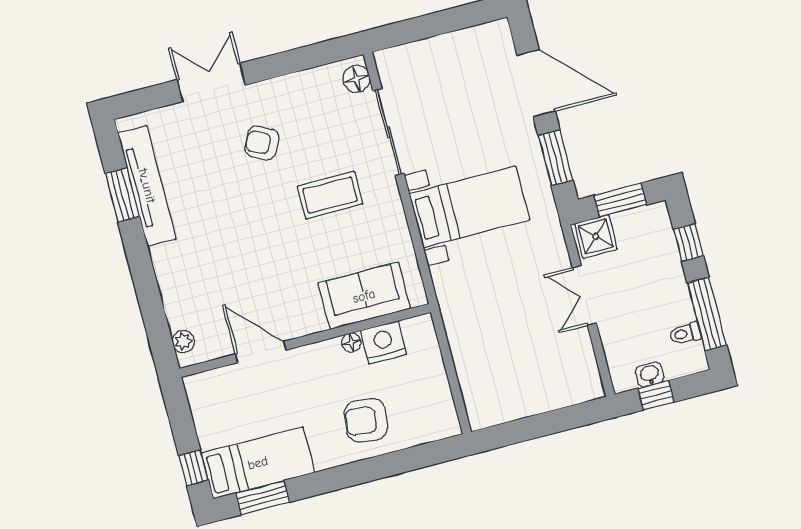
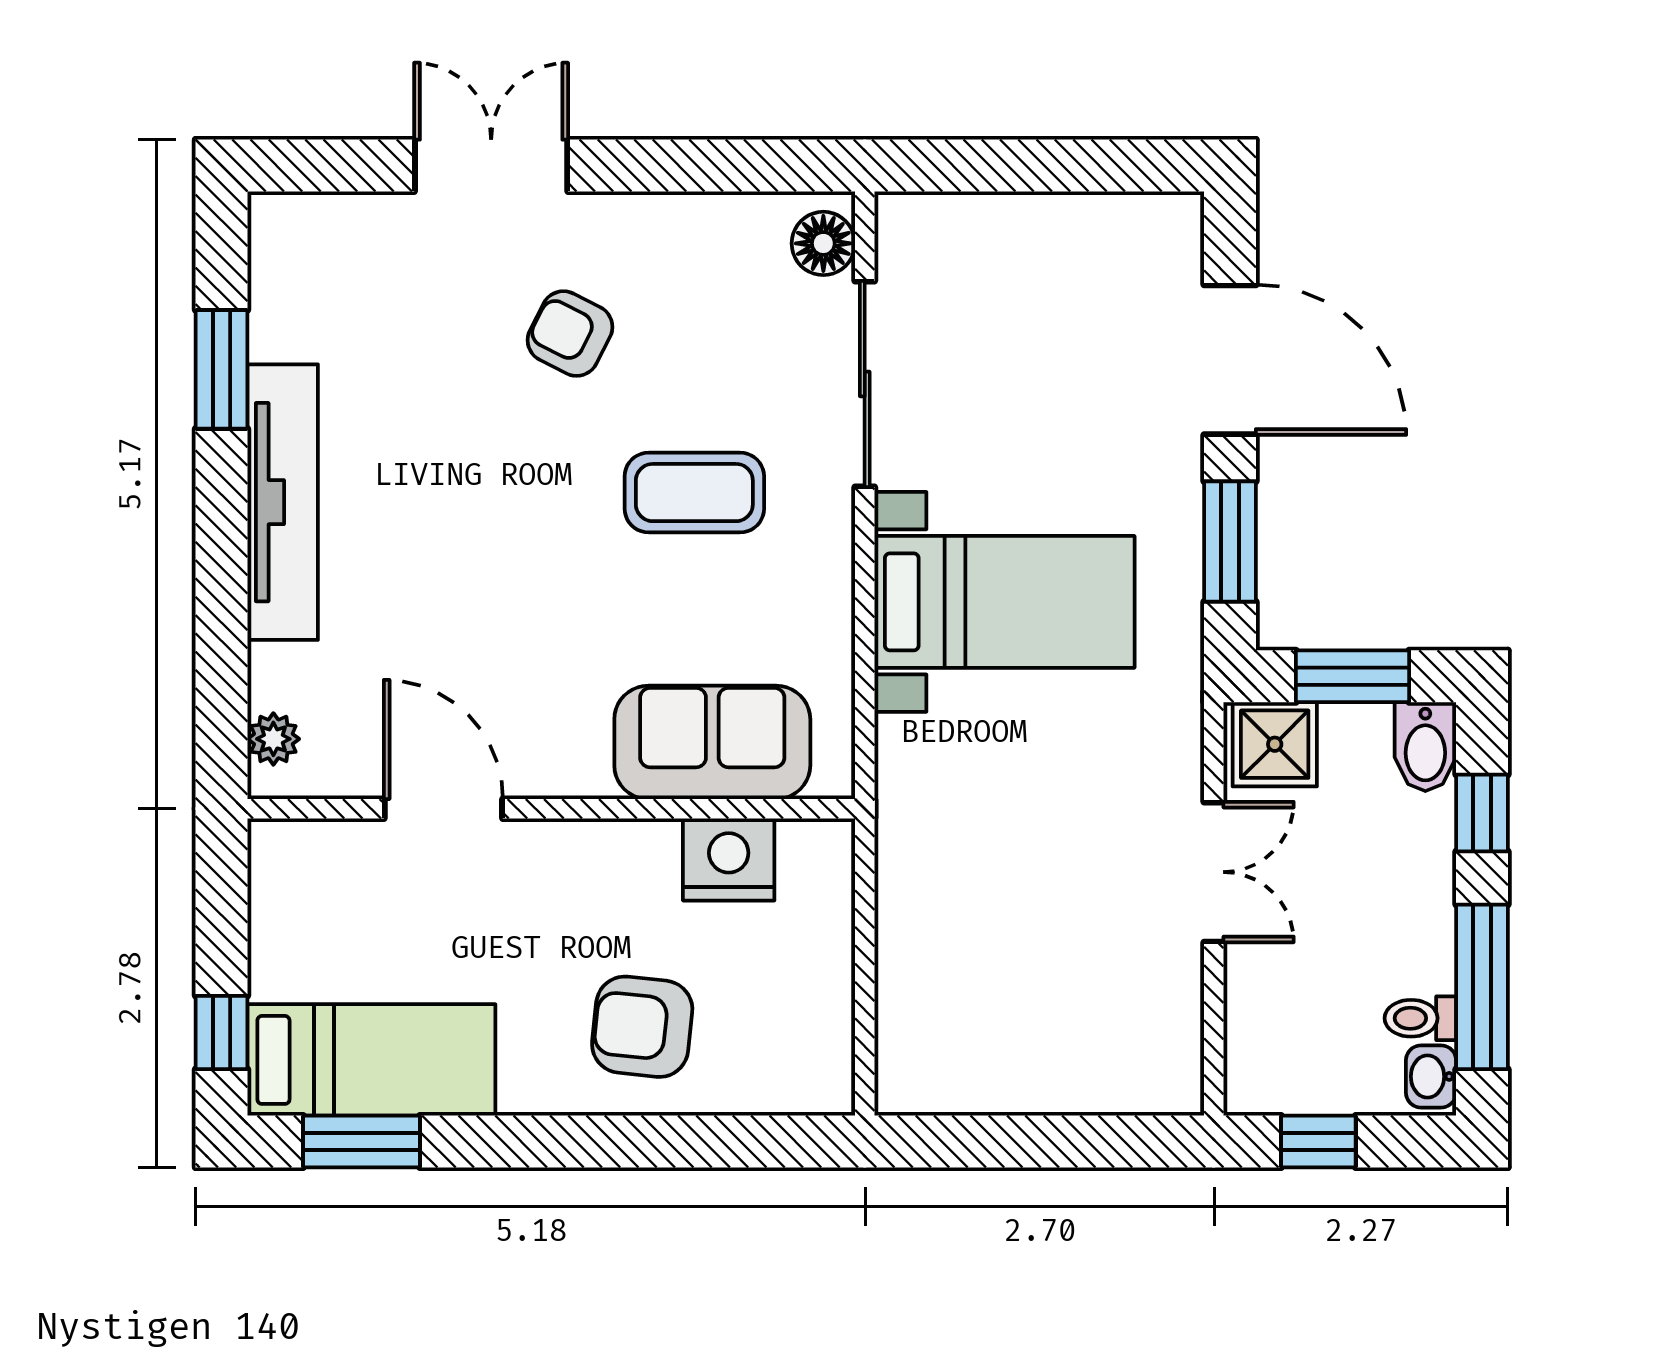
tv unit: (147, 186) -> (283, 502), moved
bidet: (658, 221) -> (1425, 747), added
double door: (584, 295) -> (1214, 872), swing flipped
floor lamp: (351, 342) -> (655, 841), removed
washbasin: (650, 374) -> (1431, 1076), moved, turned -90

